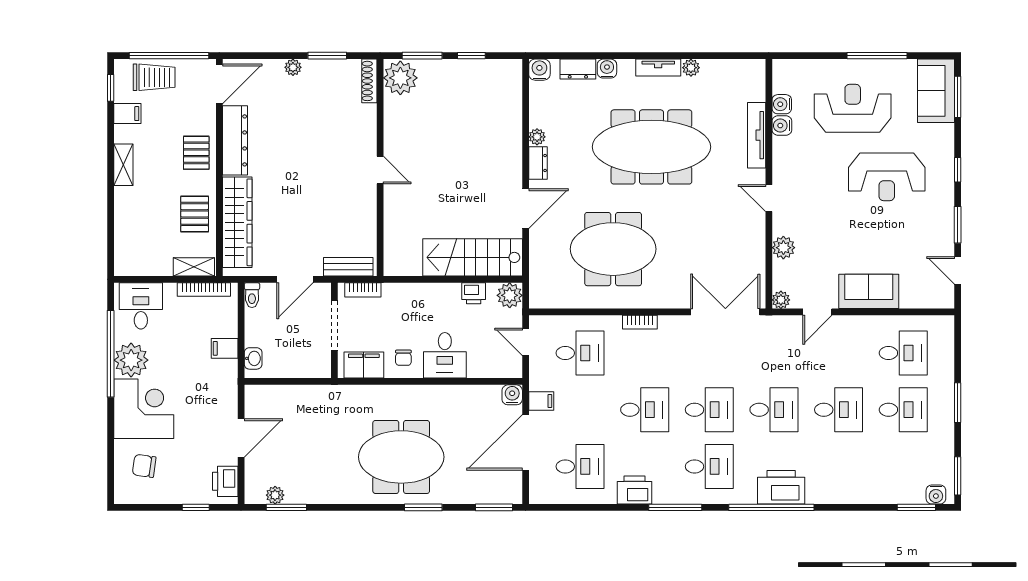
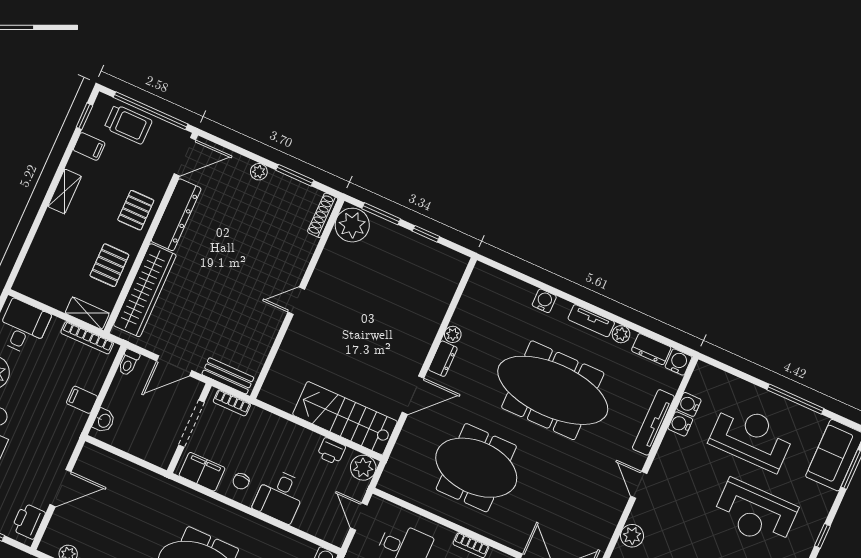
dresser: (578, 69) -> (651, 349), moved
water cooler: (539, 70) -> (678, 362), moved
door: (380, 170) -> (296, 301), swing flipped

